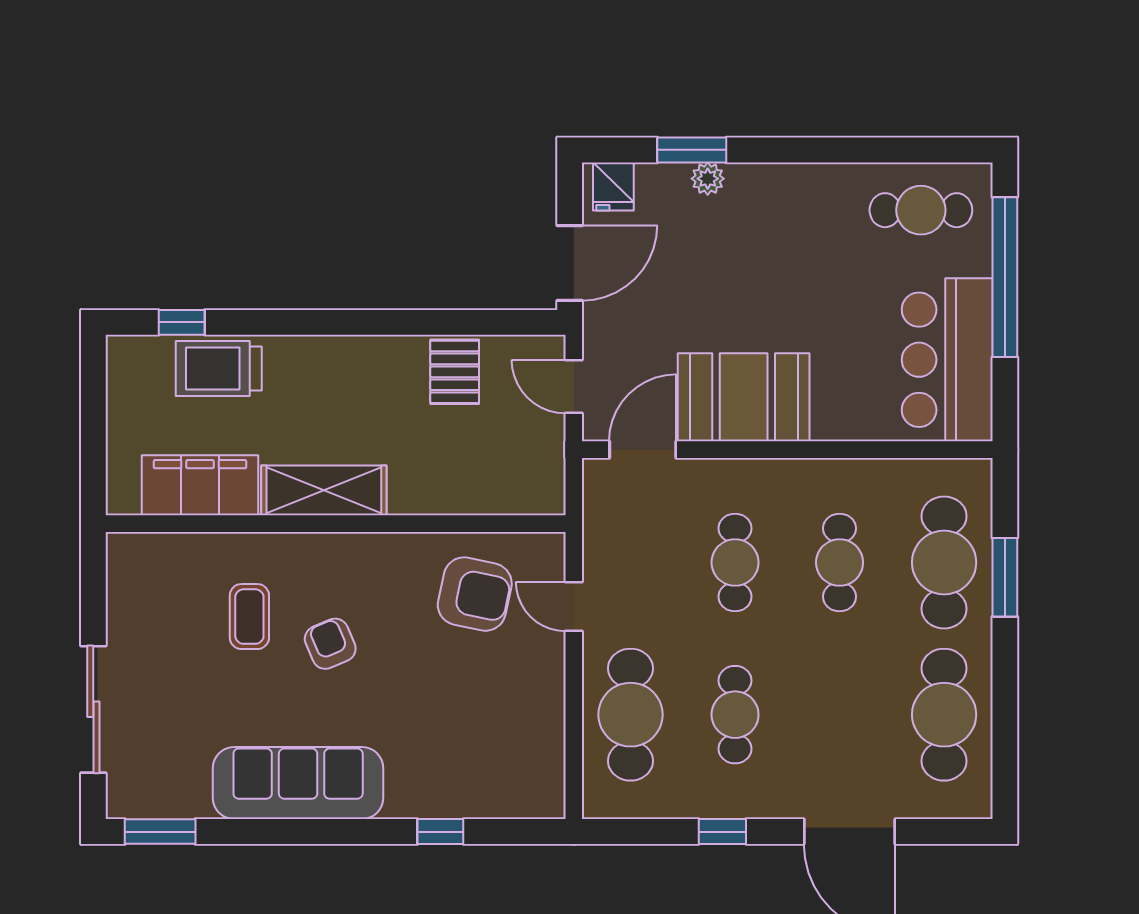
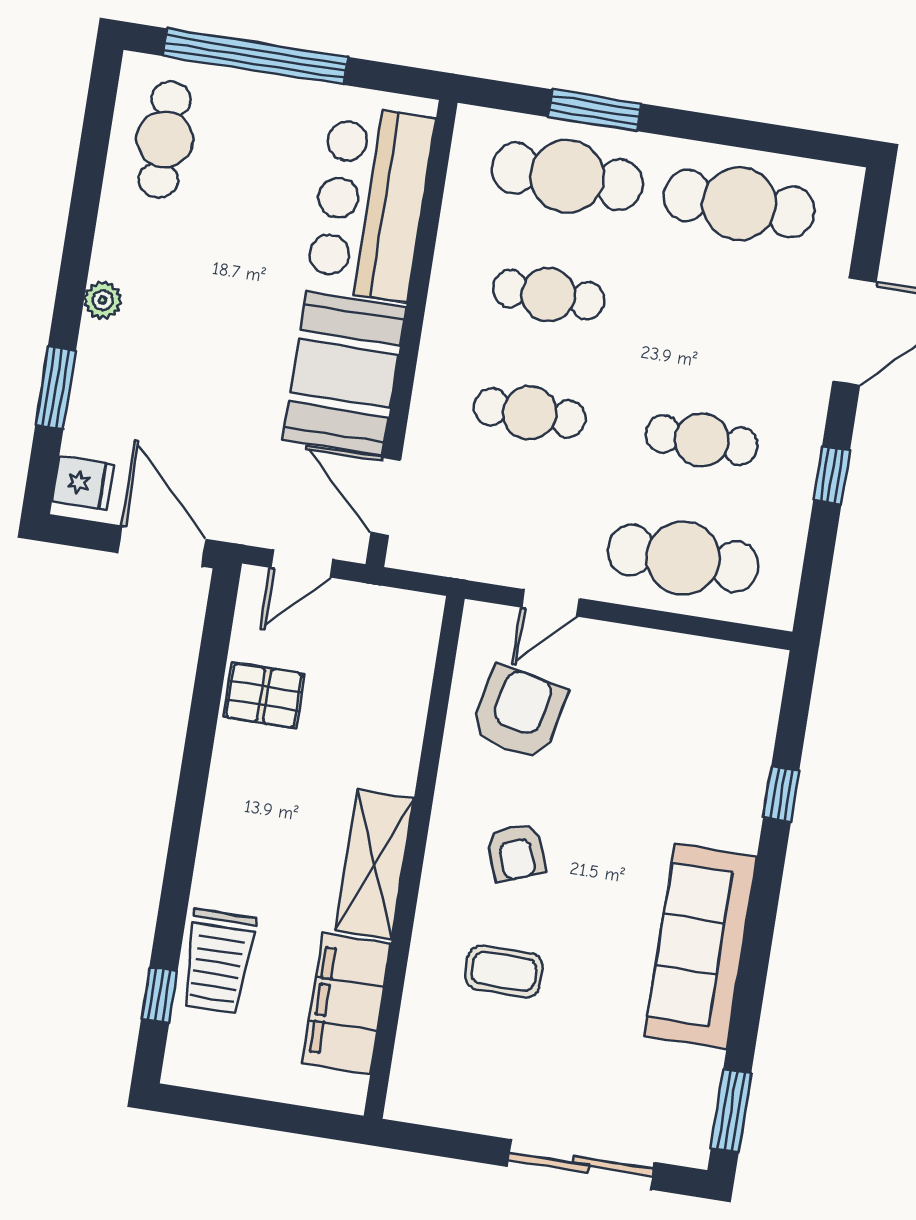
plant: (708, 179) -> (103, 300), moved
bar counter: (947, 360) -> (370, 203), moved, turned 90
armchair: (330, 644) -> (516, 852), moved, turned -88

